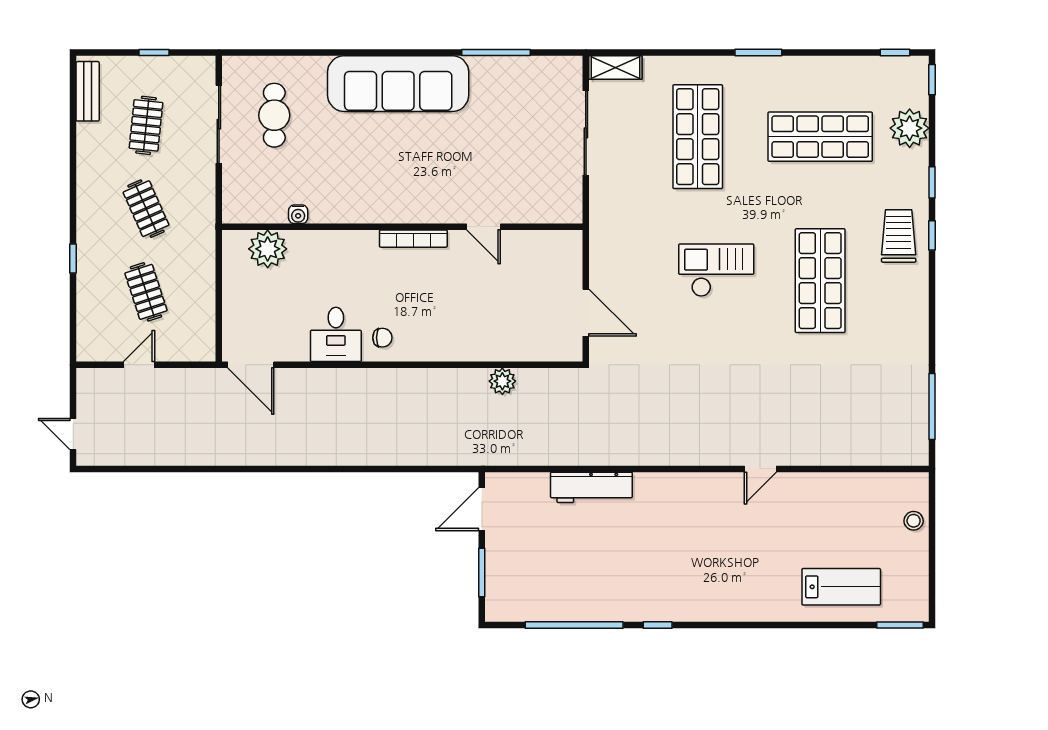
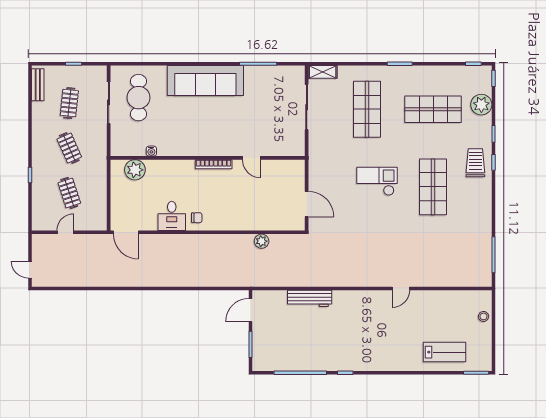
cafe table: (274, 115) -> (138, 98), width x1.37, depth x1.35

